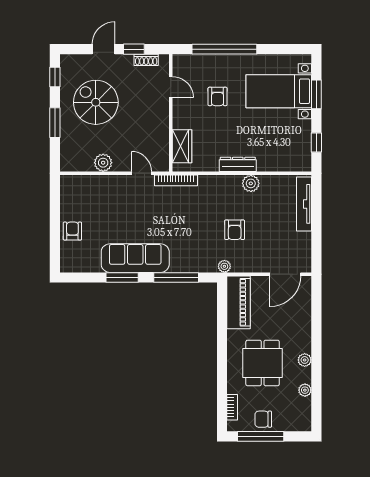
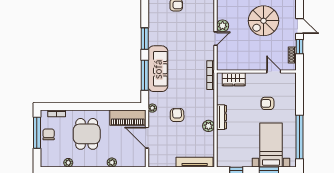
window: (224, 49) -> (300, 137), moved
door: (171, 87) -> (274, 72), swing flipped
spiral stairs: (96, 102) -> (264, 21), turned 180
door: (142, 173) -> (215, 39), moved
armchair: (235, 230) -> (177, 115), turned 89
sofa: (135, 258) -> (158, 69), moved
door: (285, 274) -> (147, 138), moved
plant: (305, 360) -> (112, 162), moved
dining table: (263, 363) -> (87, 134), turned 90

